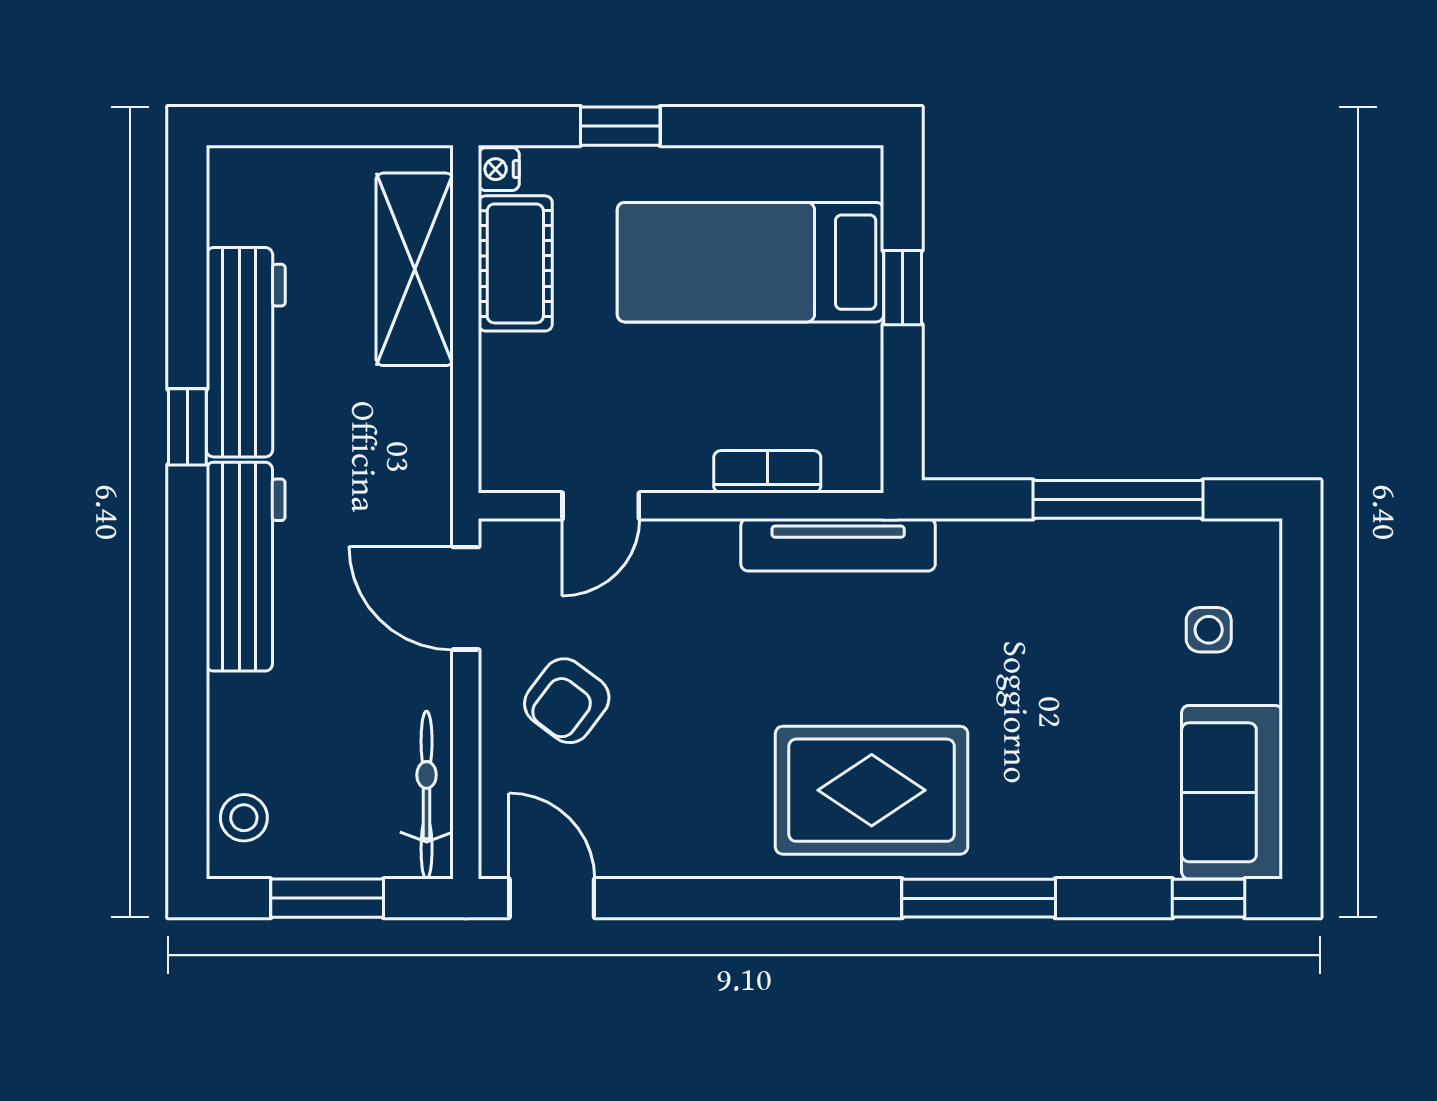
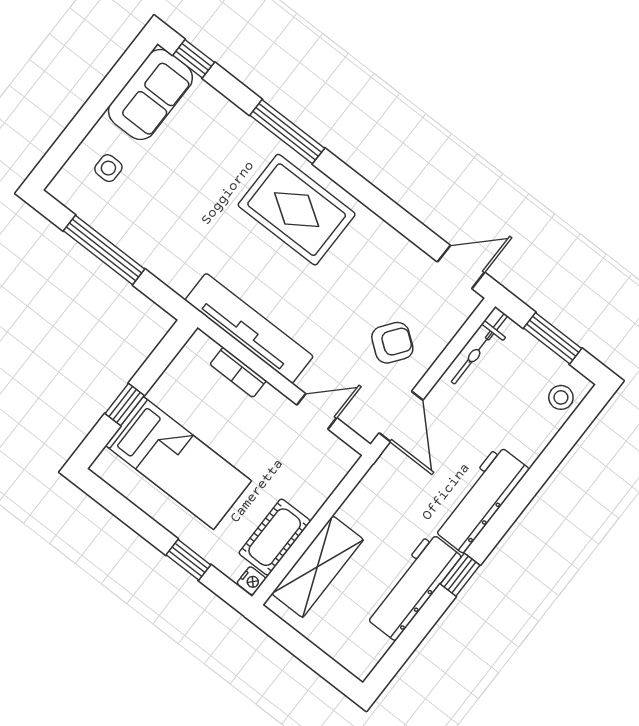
tv unit: (838, 545) -> (249, 328), width x1.36, depth x1.29
door: (552, 898) -> (461, 267), swing flipped

